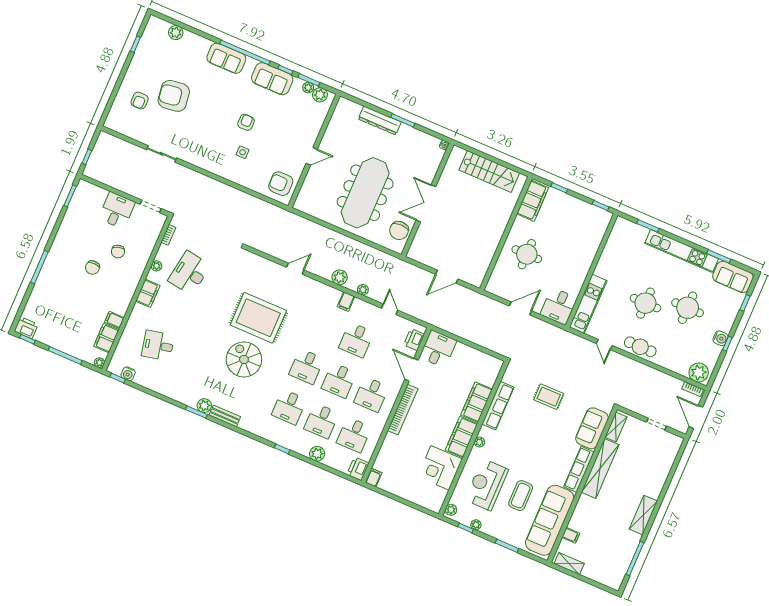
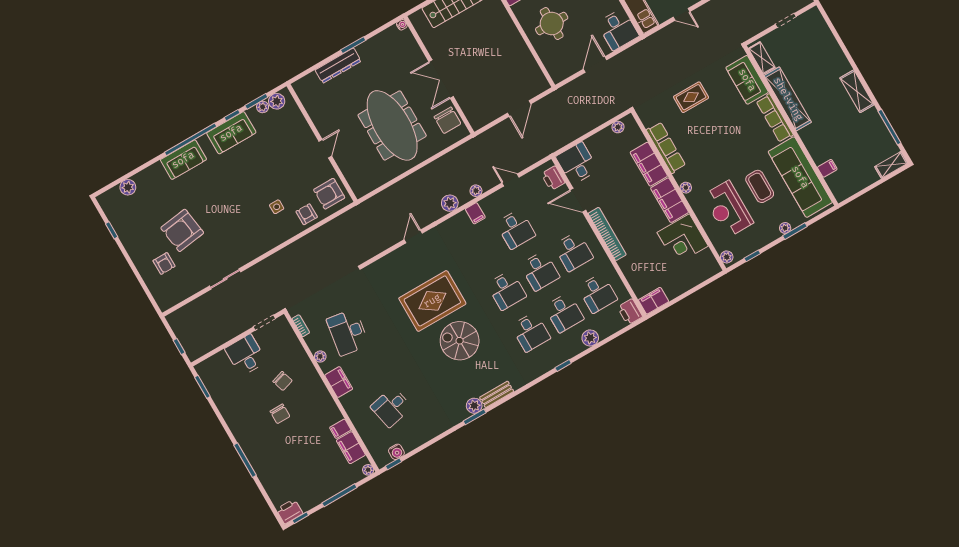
armchair: (246, 122) -> (307, 214), moved
plant: (487, 359) -> (618, 127), added
filing cabinet: (374, 478) -> (654, 301), width x2.00
plant: (476, 525) -> (785, 228), moved
shelving: (569, 564) -> (891, 165), moved

